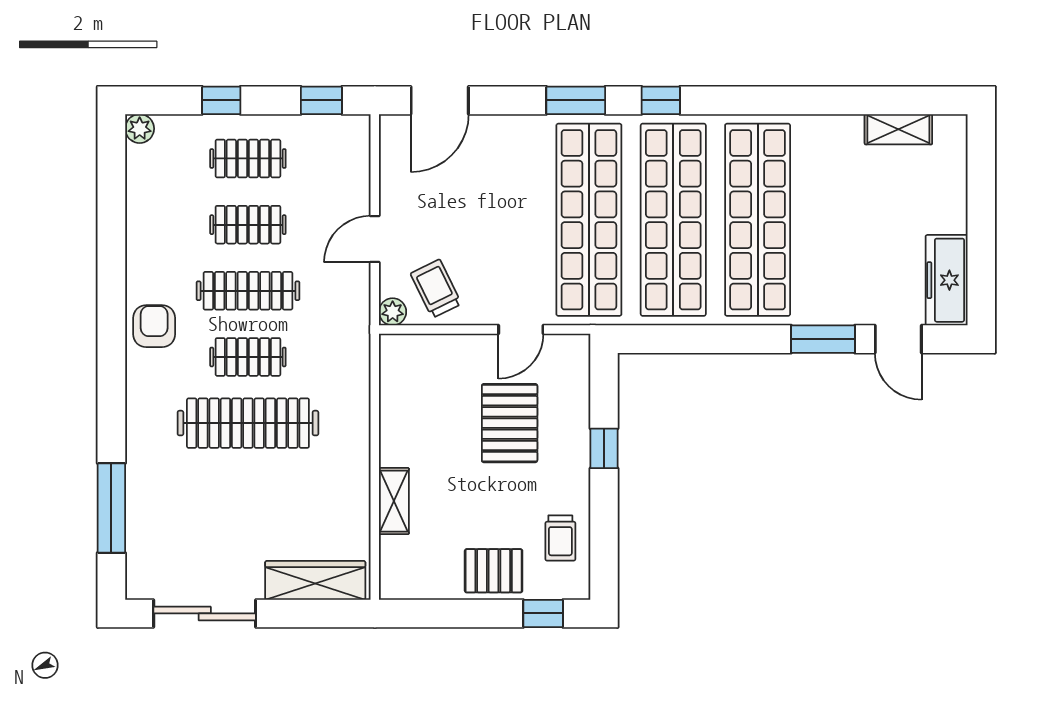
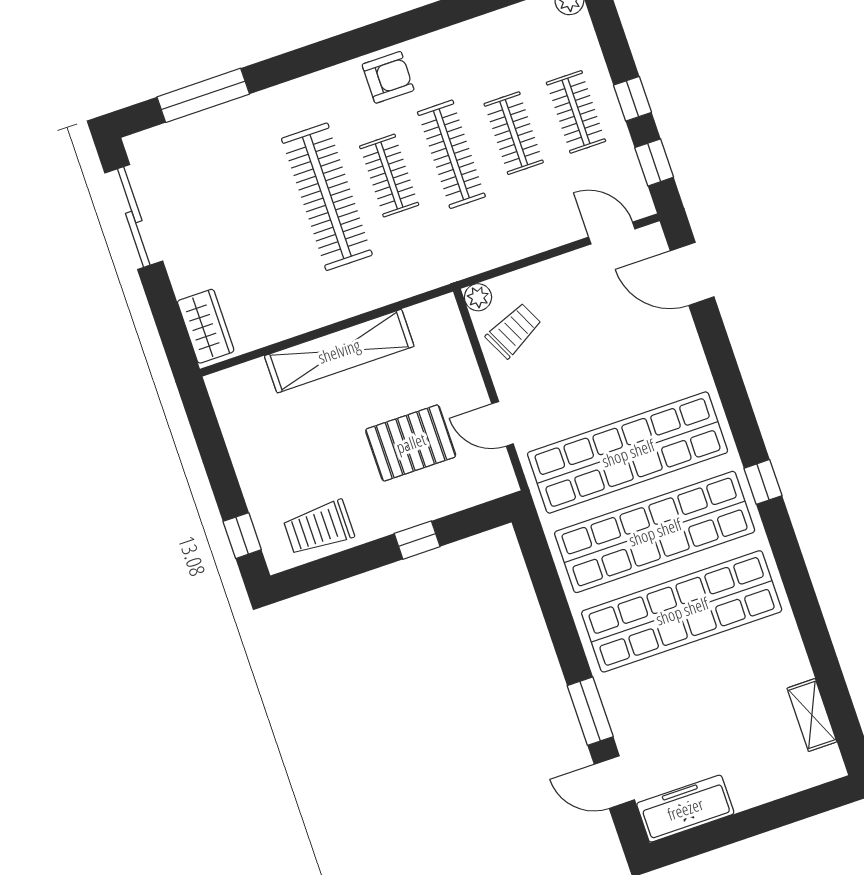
window: (221, 100) -> (633, 99), moved
window: (576, 100) -> (736, 402), removed
door: (375, 239) -> (612, 233), moved
door: (898, 339) -> (614, 782), hinge flipped
shelving: (394, 501) -> (339, 351), width x2.20, depth x1.33
trolley: (560, 538) -> (319, 528), width x1.36, depth x1.39
pallet: (494, 571) -> (266, 475), removed
wardrobe: (315, 580) -> (206, 326), width x0.67

